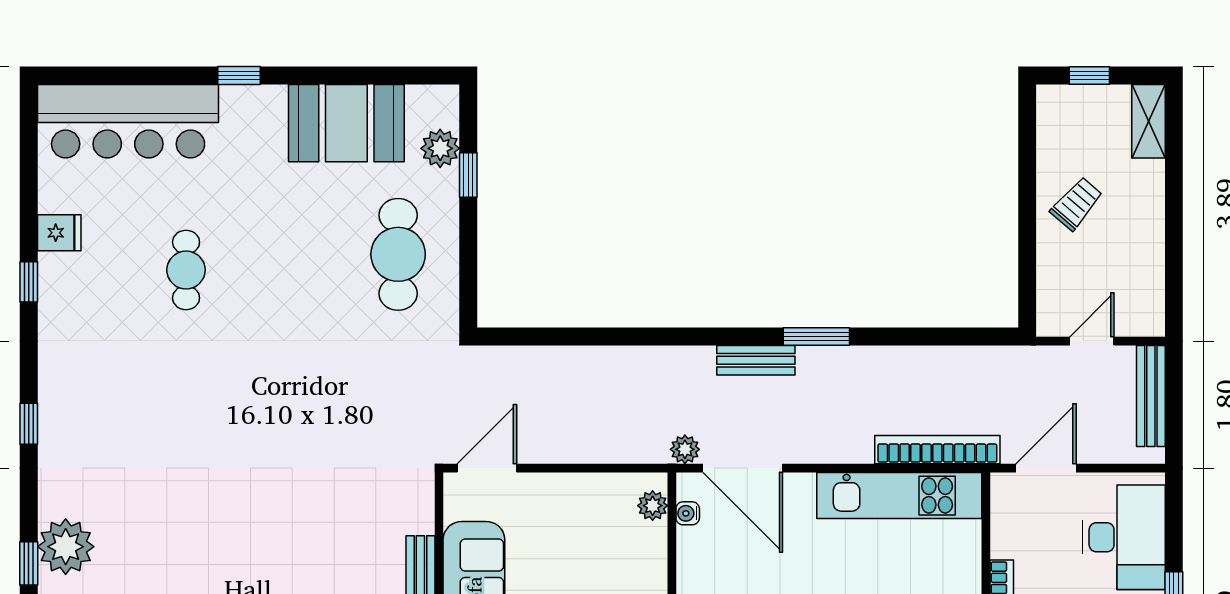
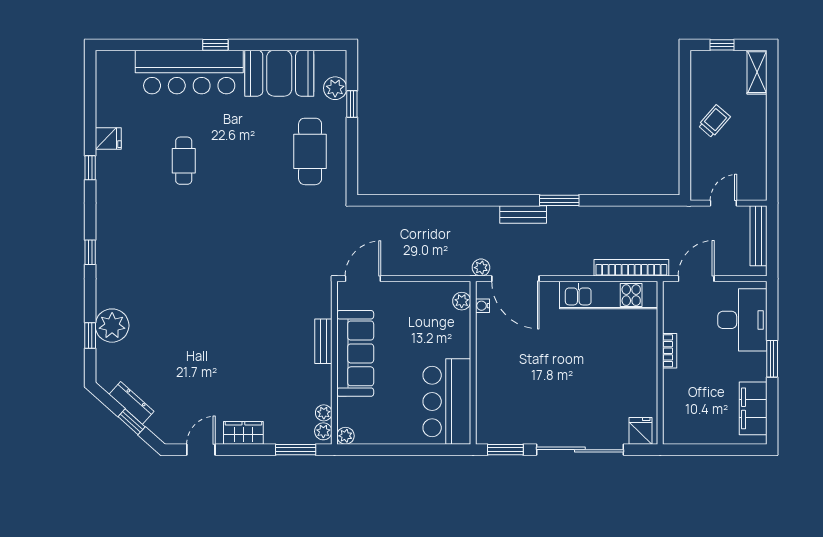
bar counter: (128, 121) -> (189, 72), moved

